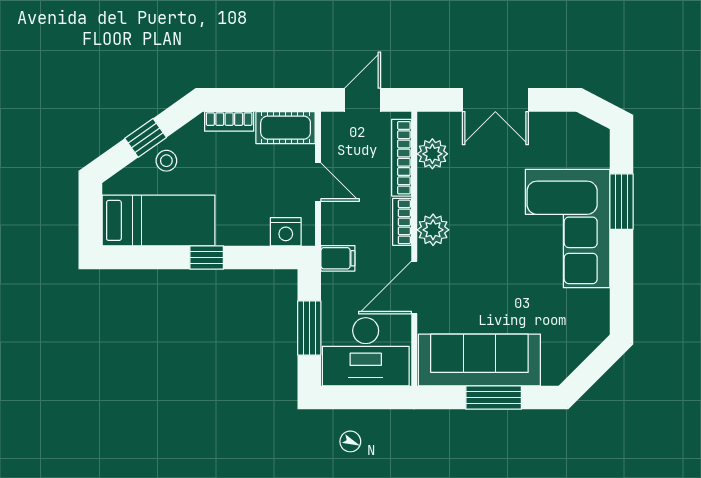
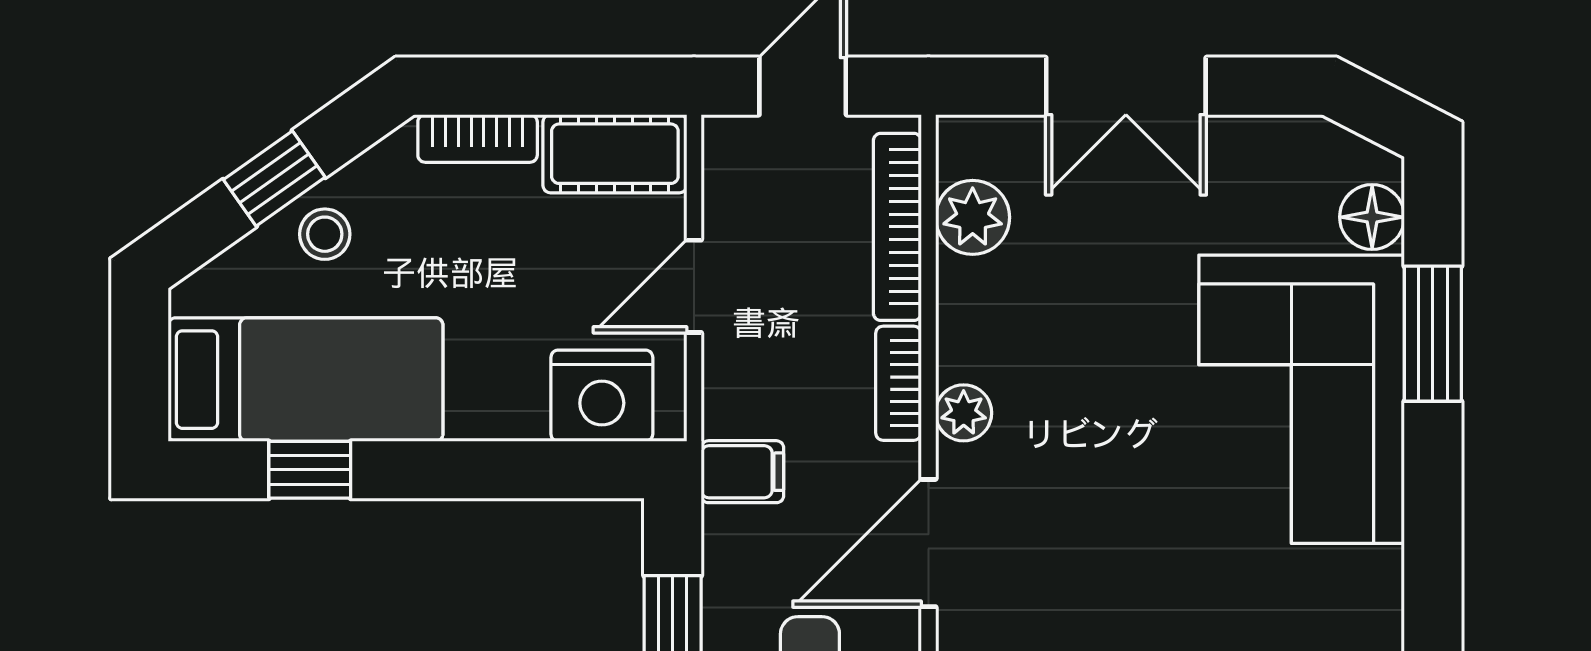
floor lamp: (597, 154) -> (1372, 217), added
door: (318, 182) -> (694, 286), swing flipped
plant: (433, 230) -> (964, 413), width x0.73, depth x0.73
nightstand: (286, 232) -> (602, 396), width x1.36, depth x1.33
window: (207, 257) -> (310, 470), moved

